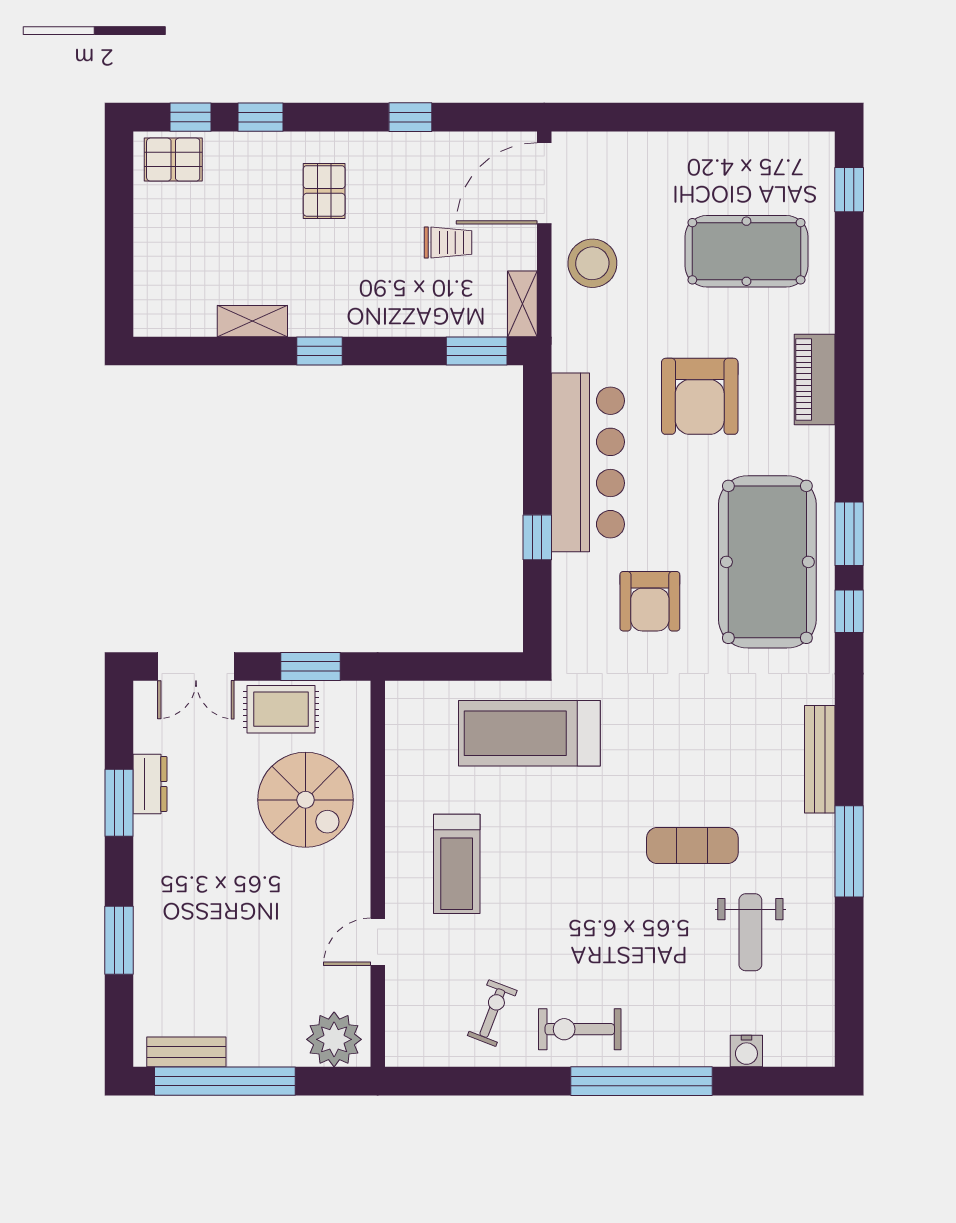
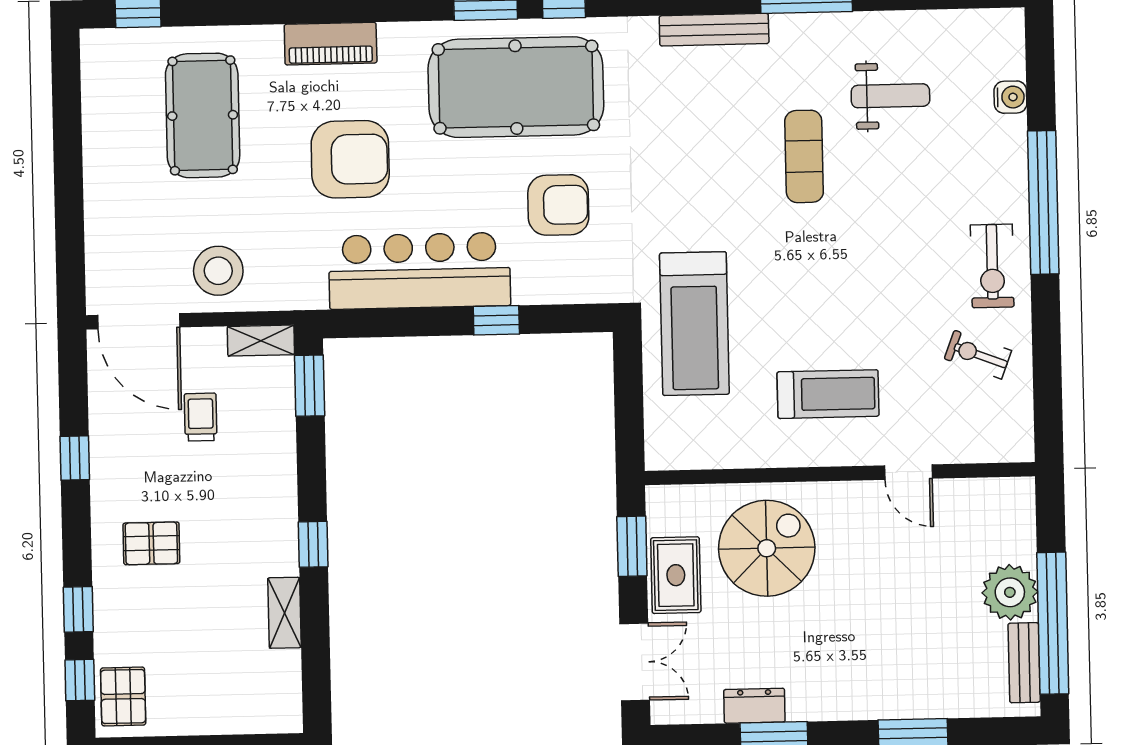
plant: (334, 1039) -> (1010, 592), moved

